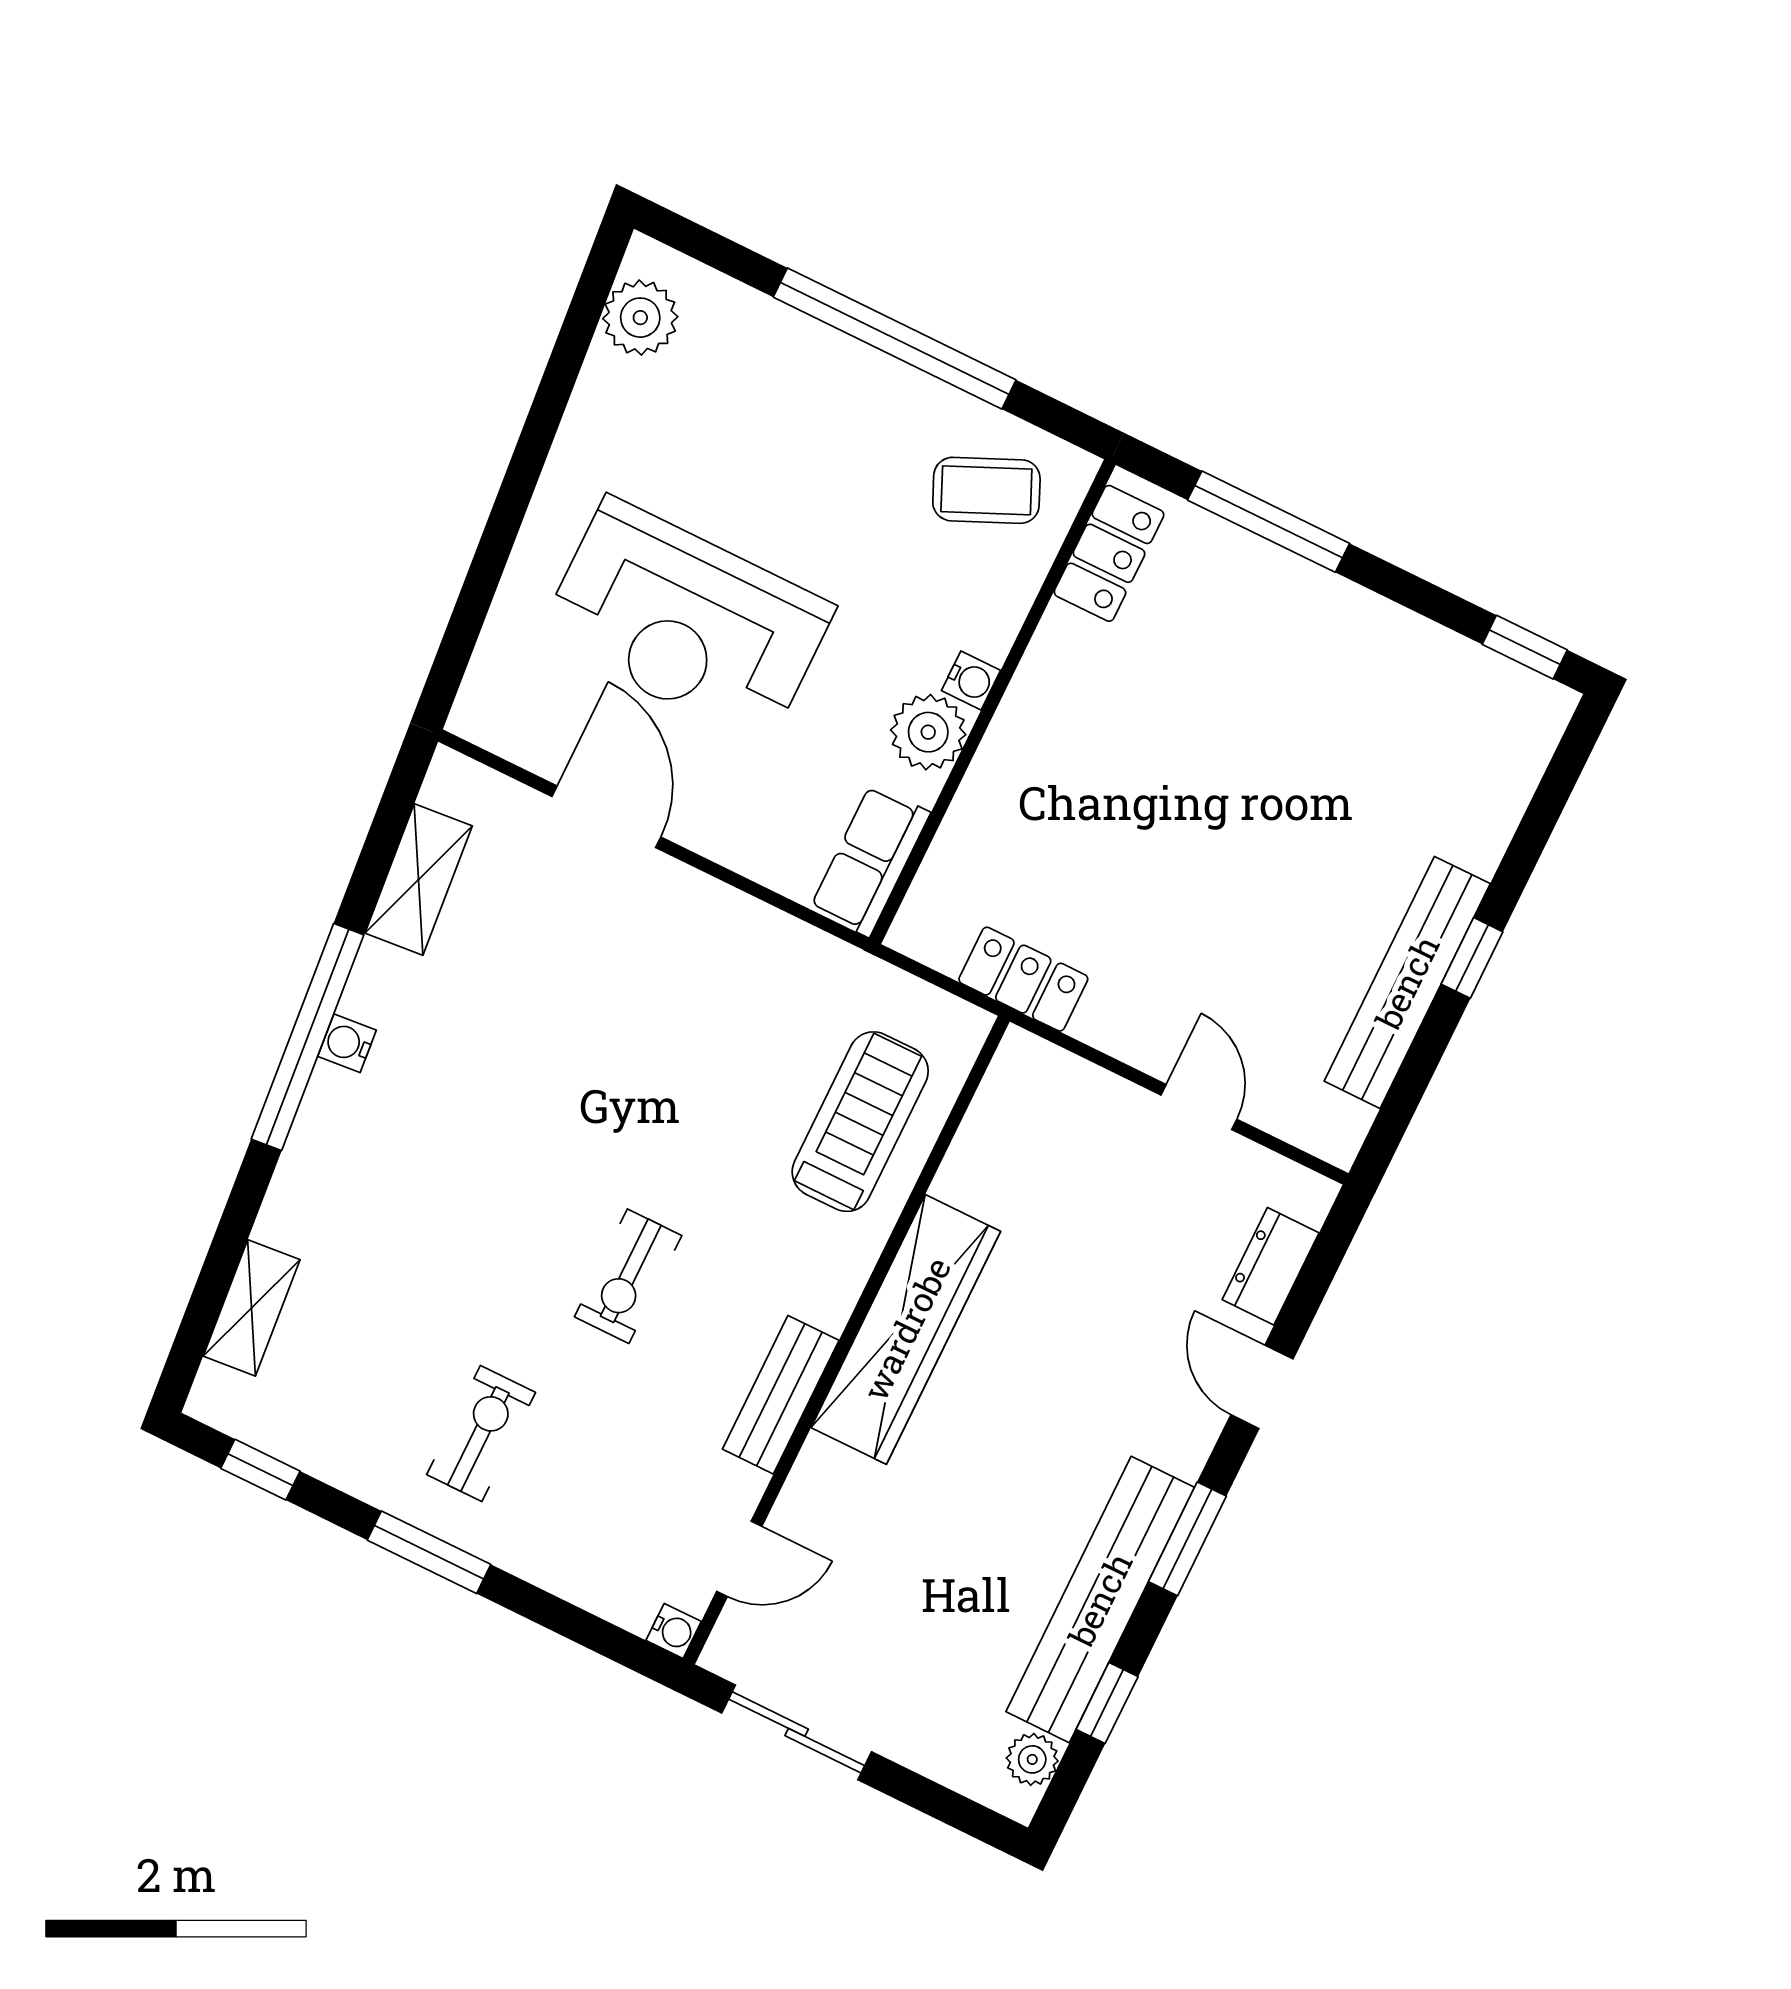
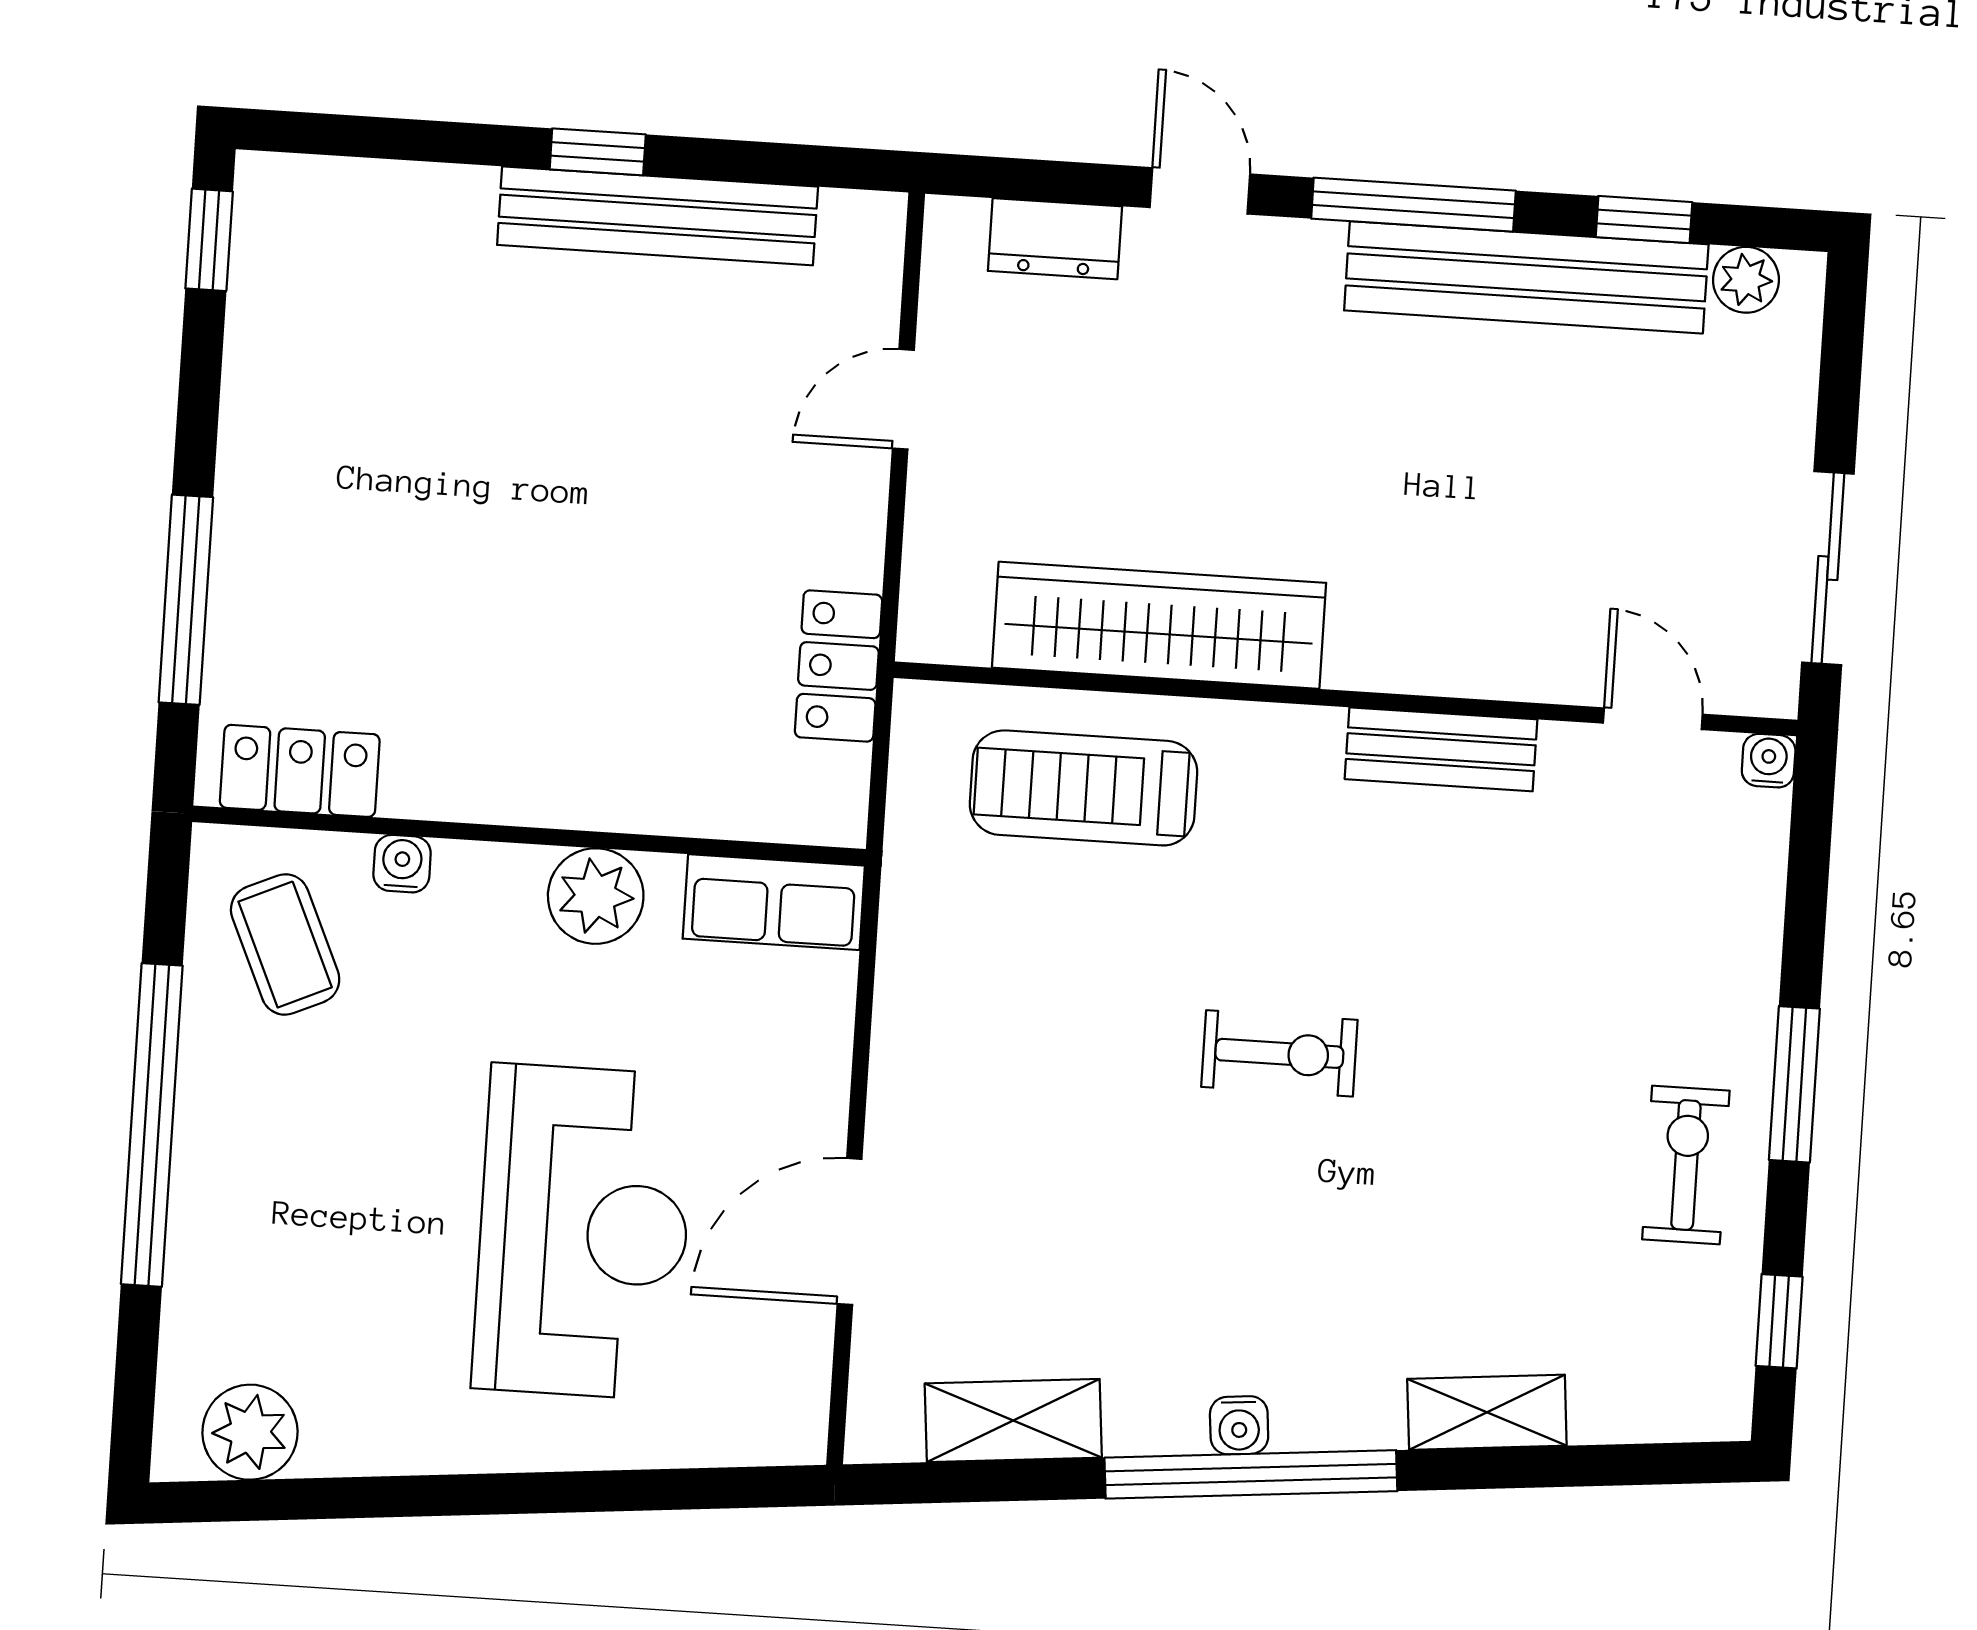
water cooler: (971, 680) -> (402, 864), moved
exercise bike: (628, 1276) -> (1279, 1053), moved
shelving: (252, 1308) -> (1487, 1412), moved
wardrobe: (906, 1329) -> (1159, 625), moved
door: (1262, 1387) -> (1200, 191), swing flipped
exercise bike: (481, 1434) -> (1686, 1165), moved, turned 90
window: (1187, 1539) -> (1413, 205), width x1.44

